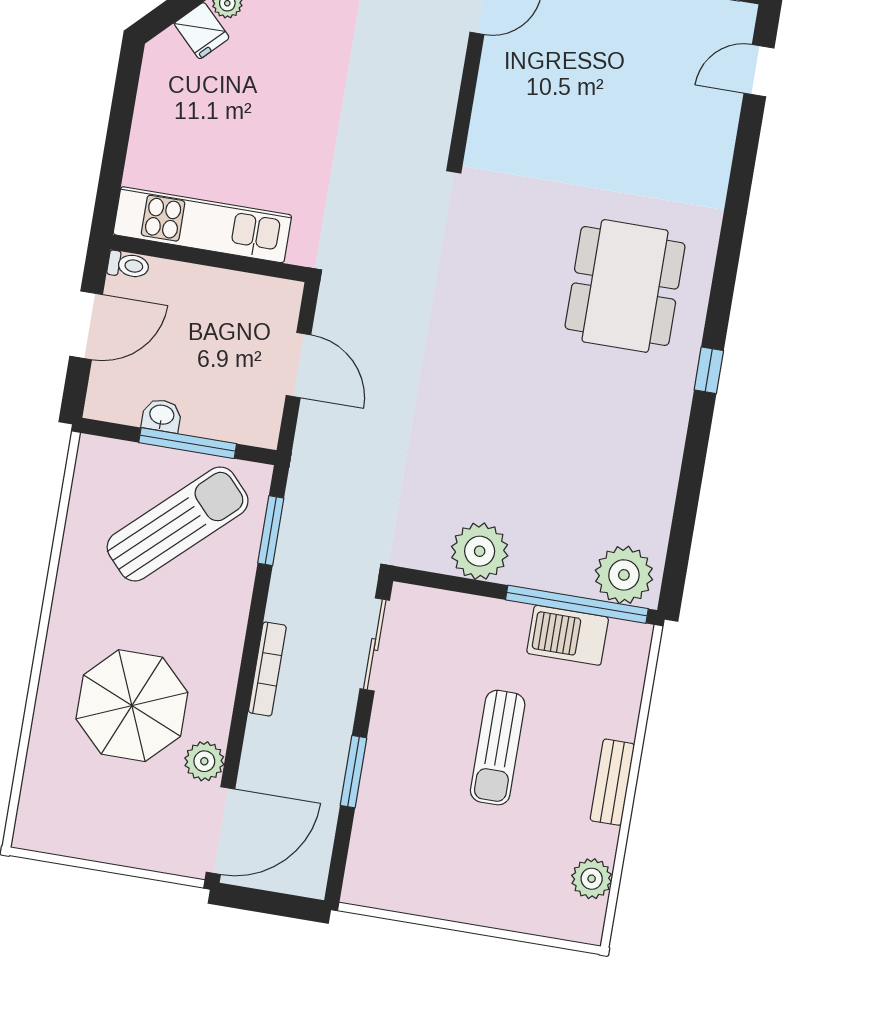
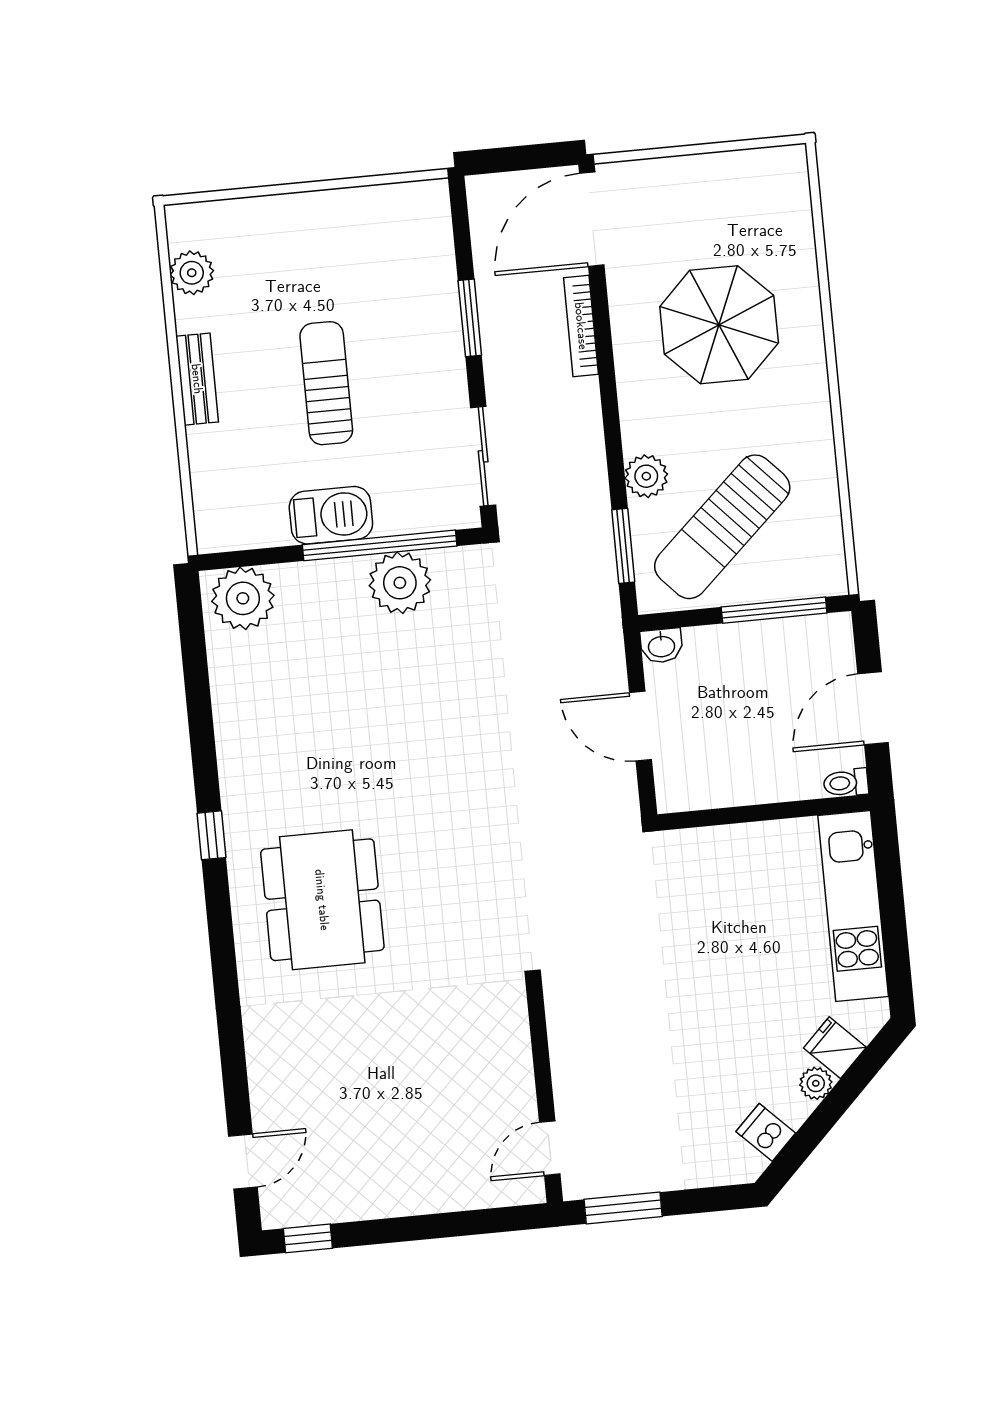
kitchen unit: (202, 225) -> (853, 906), moved, turned 90
washbasin: (162, 416) -> (661, 646), moved
window: (188, 443) -> (774, 610), moved
window: (577, 604) -> (380, 545), moved
barbecue: (568, 635) -> (331, 515), moved
bookcase: (267, 669) -> (581, 326), moved
plant: (204, 761) -> (646, 476), moved

